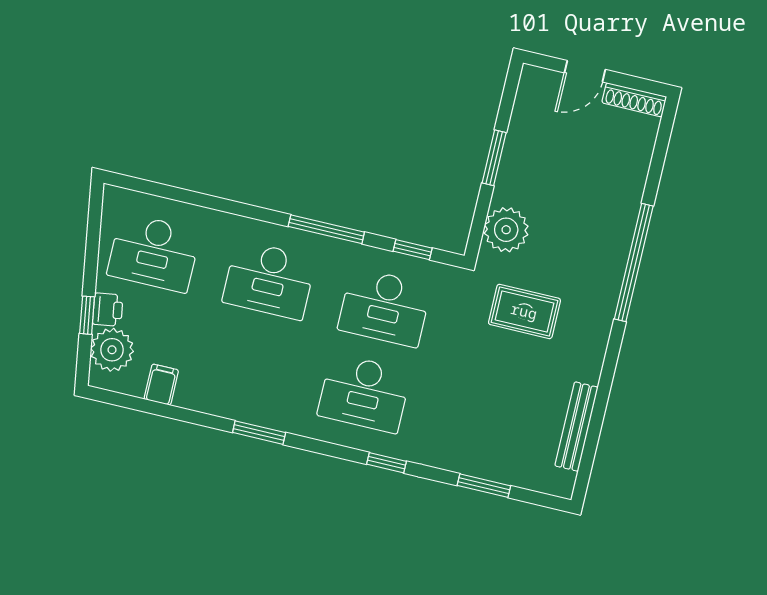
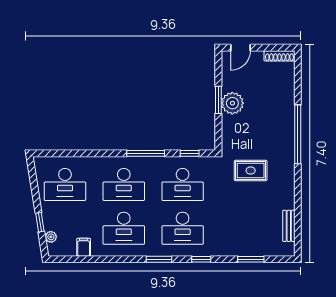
door: (585, 71) -> (240, 48), moved
plant: (506, 230) -> (232, 103), moved
printer: (108, 310) -> (49, 217), removed
plant: (112, 350) -> (51, 237), width x0.53, depth x0.53
desk: (249, 366) -> (124, 228), added
bench: (576, 427) -> (289, 226), width x0.73
window: (259, 433) -> (159, 259), moved

